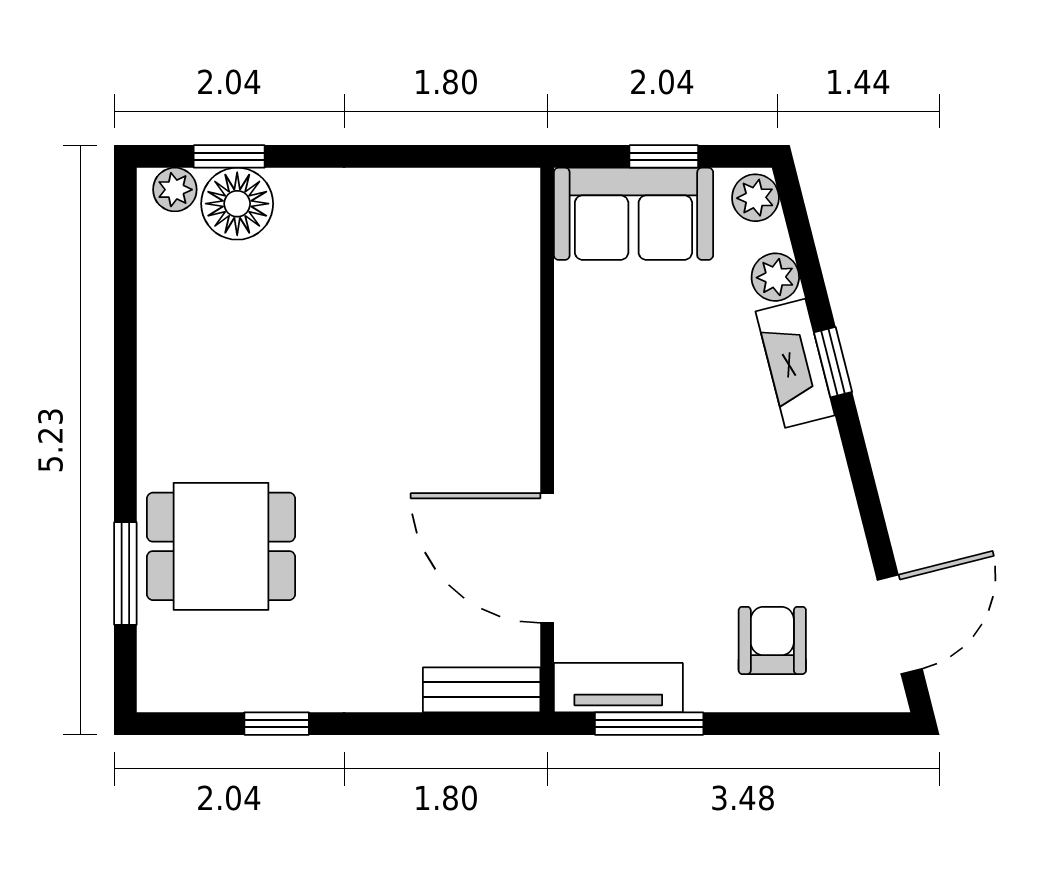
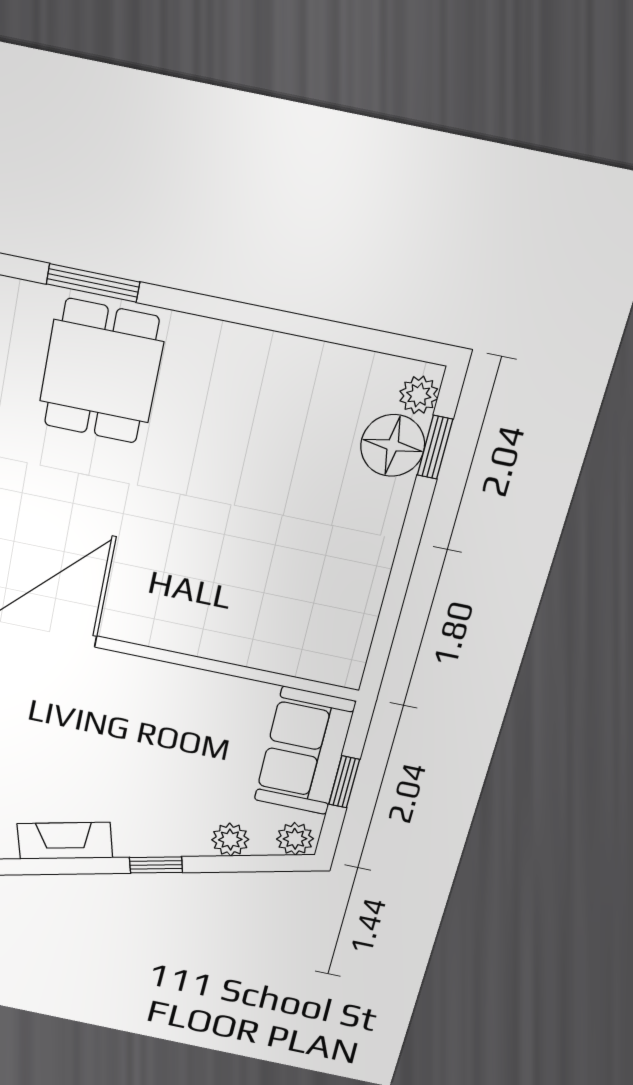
fireplace: (795, 363) -> (65, 841), moved

